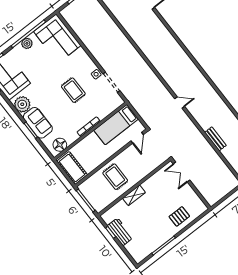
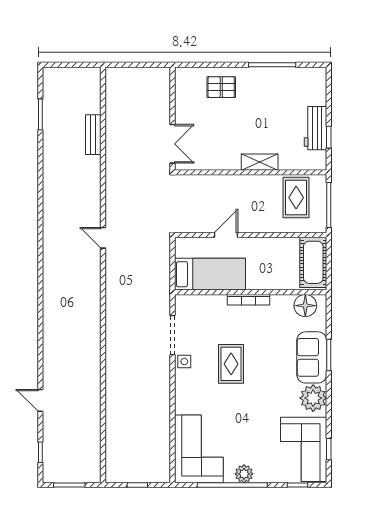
door: (137, 138) -> (226, 235), moved
bench: (215, 139) -> (93, 135), moved
rug: (115, 177) -> (296, 198), moved

